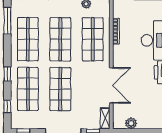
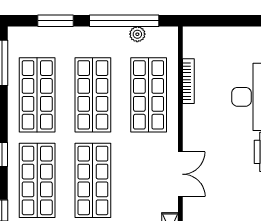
double door: (111, 85) -> (180, 174), width x0.73

